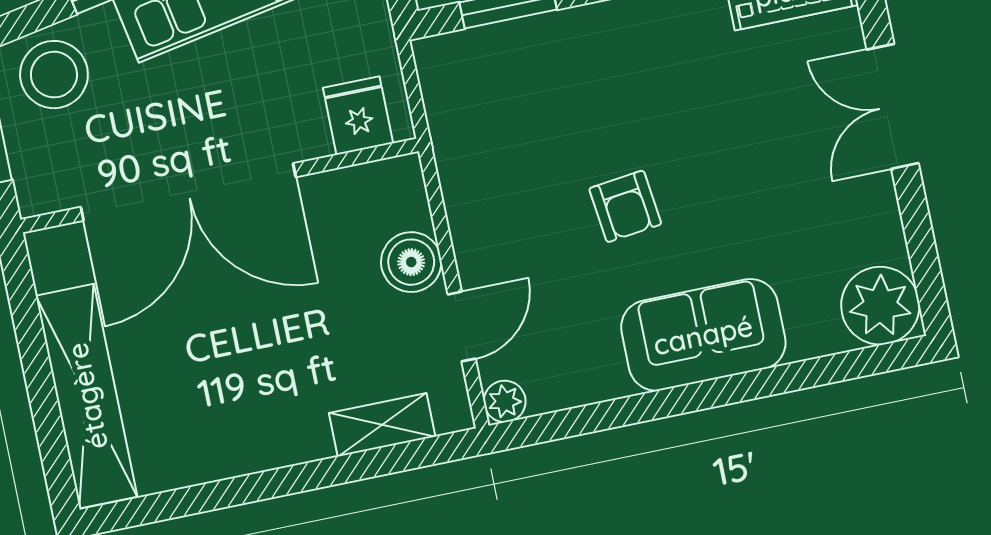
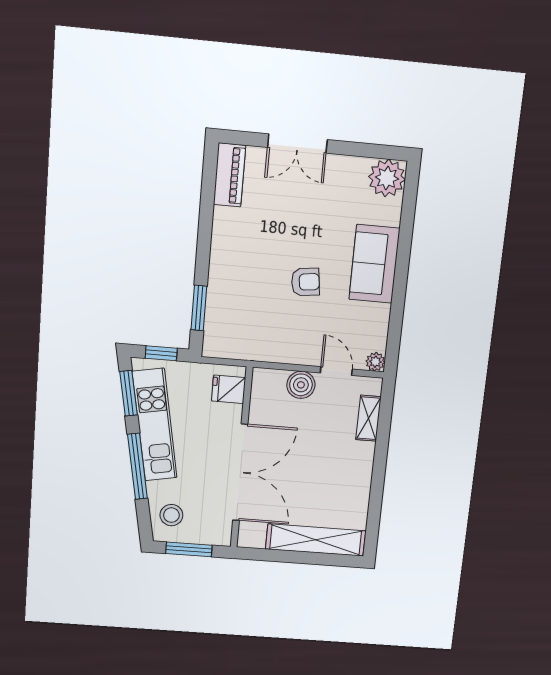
stool: (54, 75) -> (171, 515), width x0.73, depth x0.73

